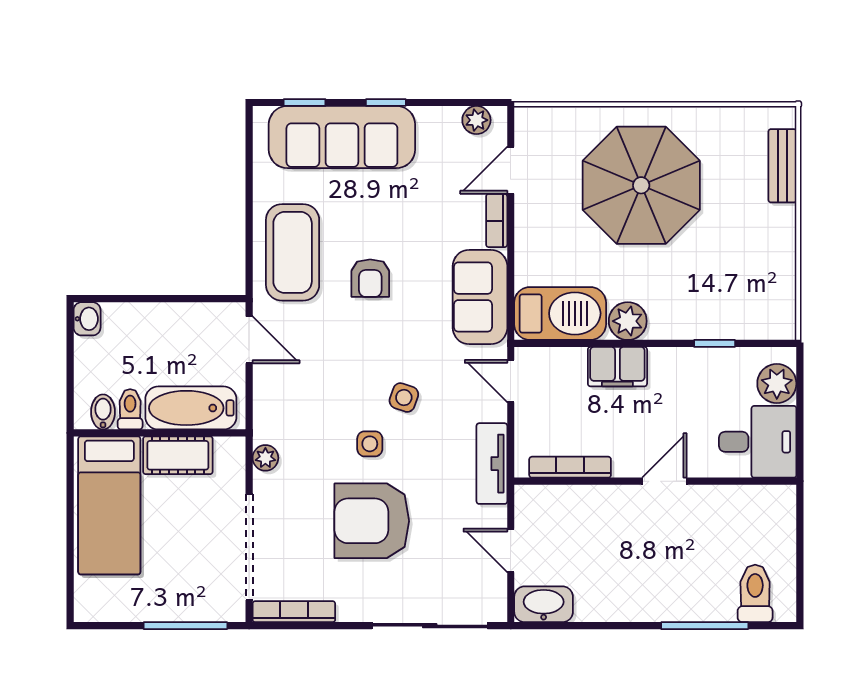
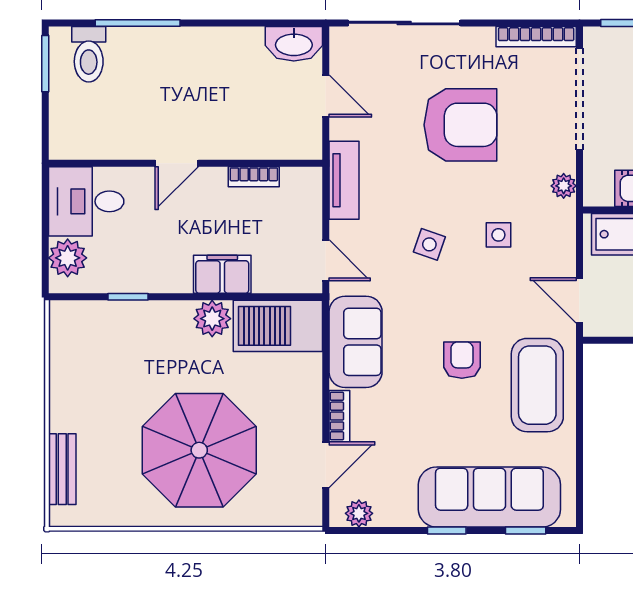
side table: (370, 444) -> (498, 235), moved
bookcase: (570, 467) -> (254, 177), width x0.64
window: (800, 584) -> (45, 64), added

